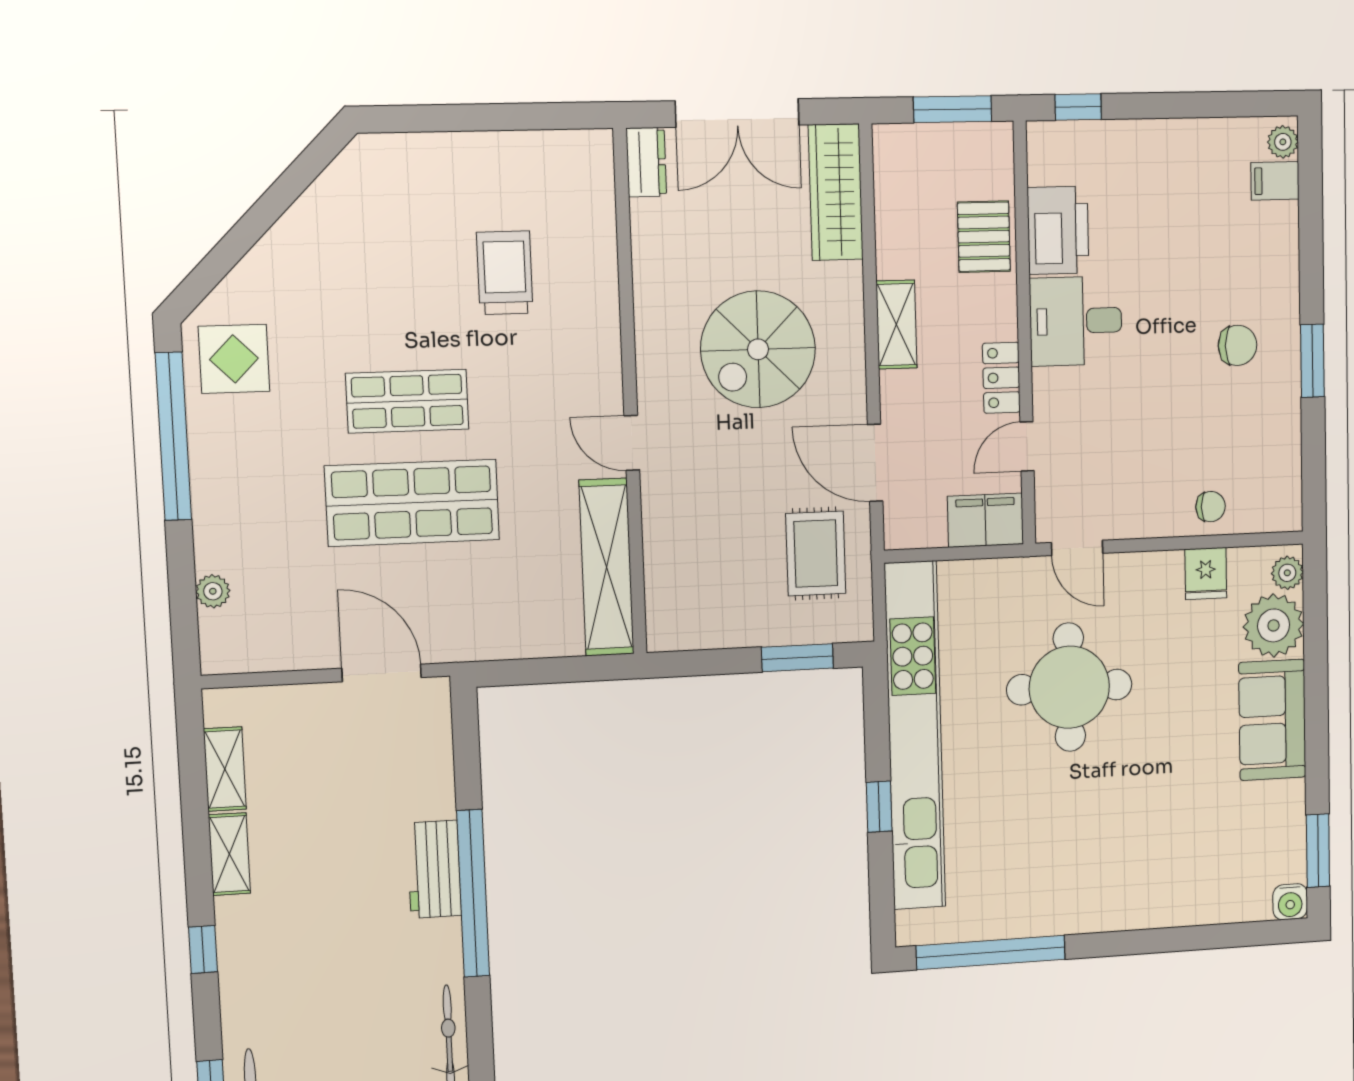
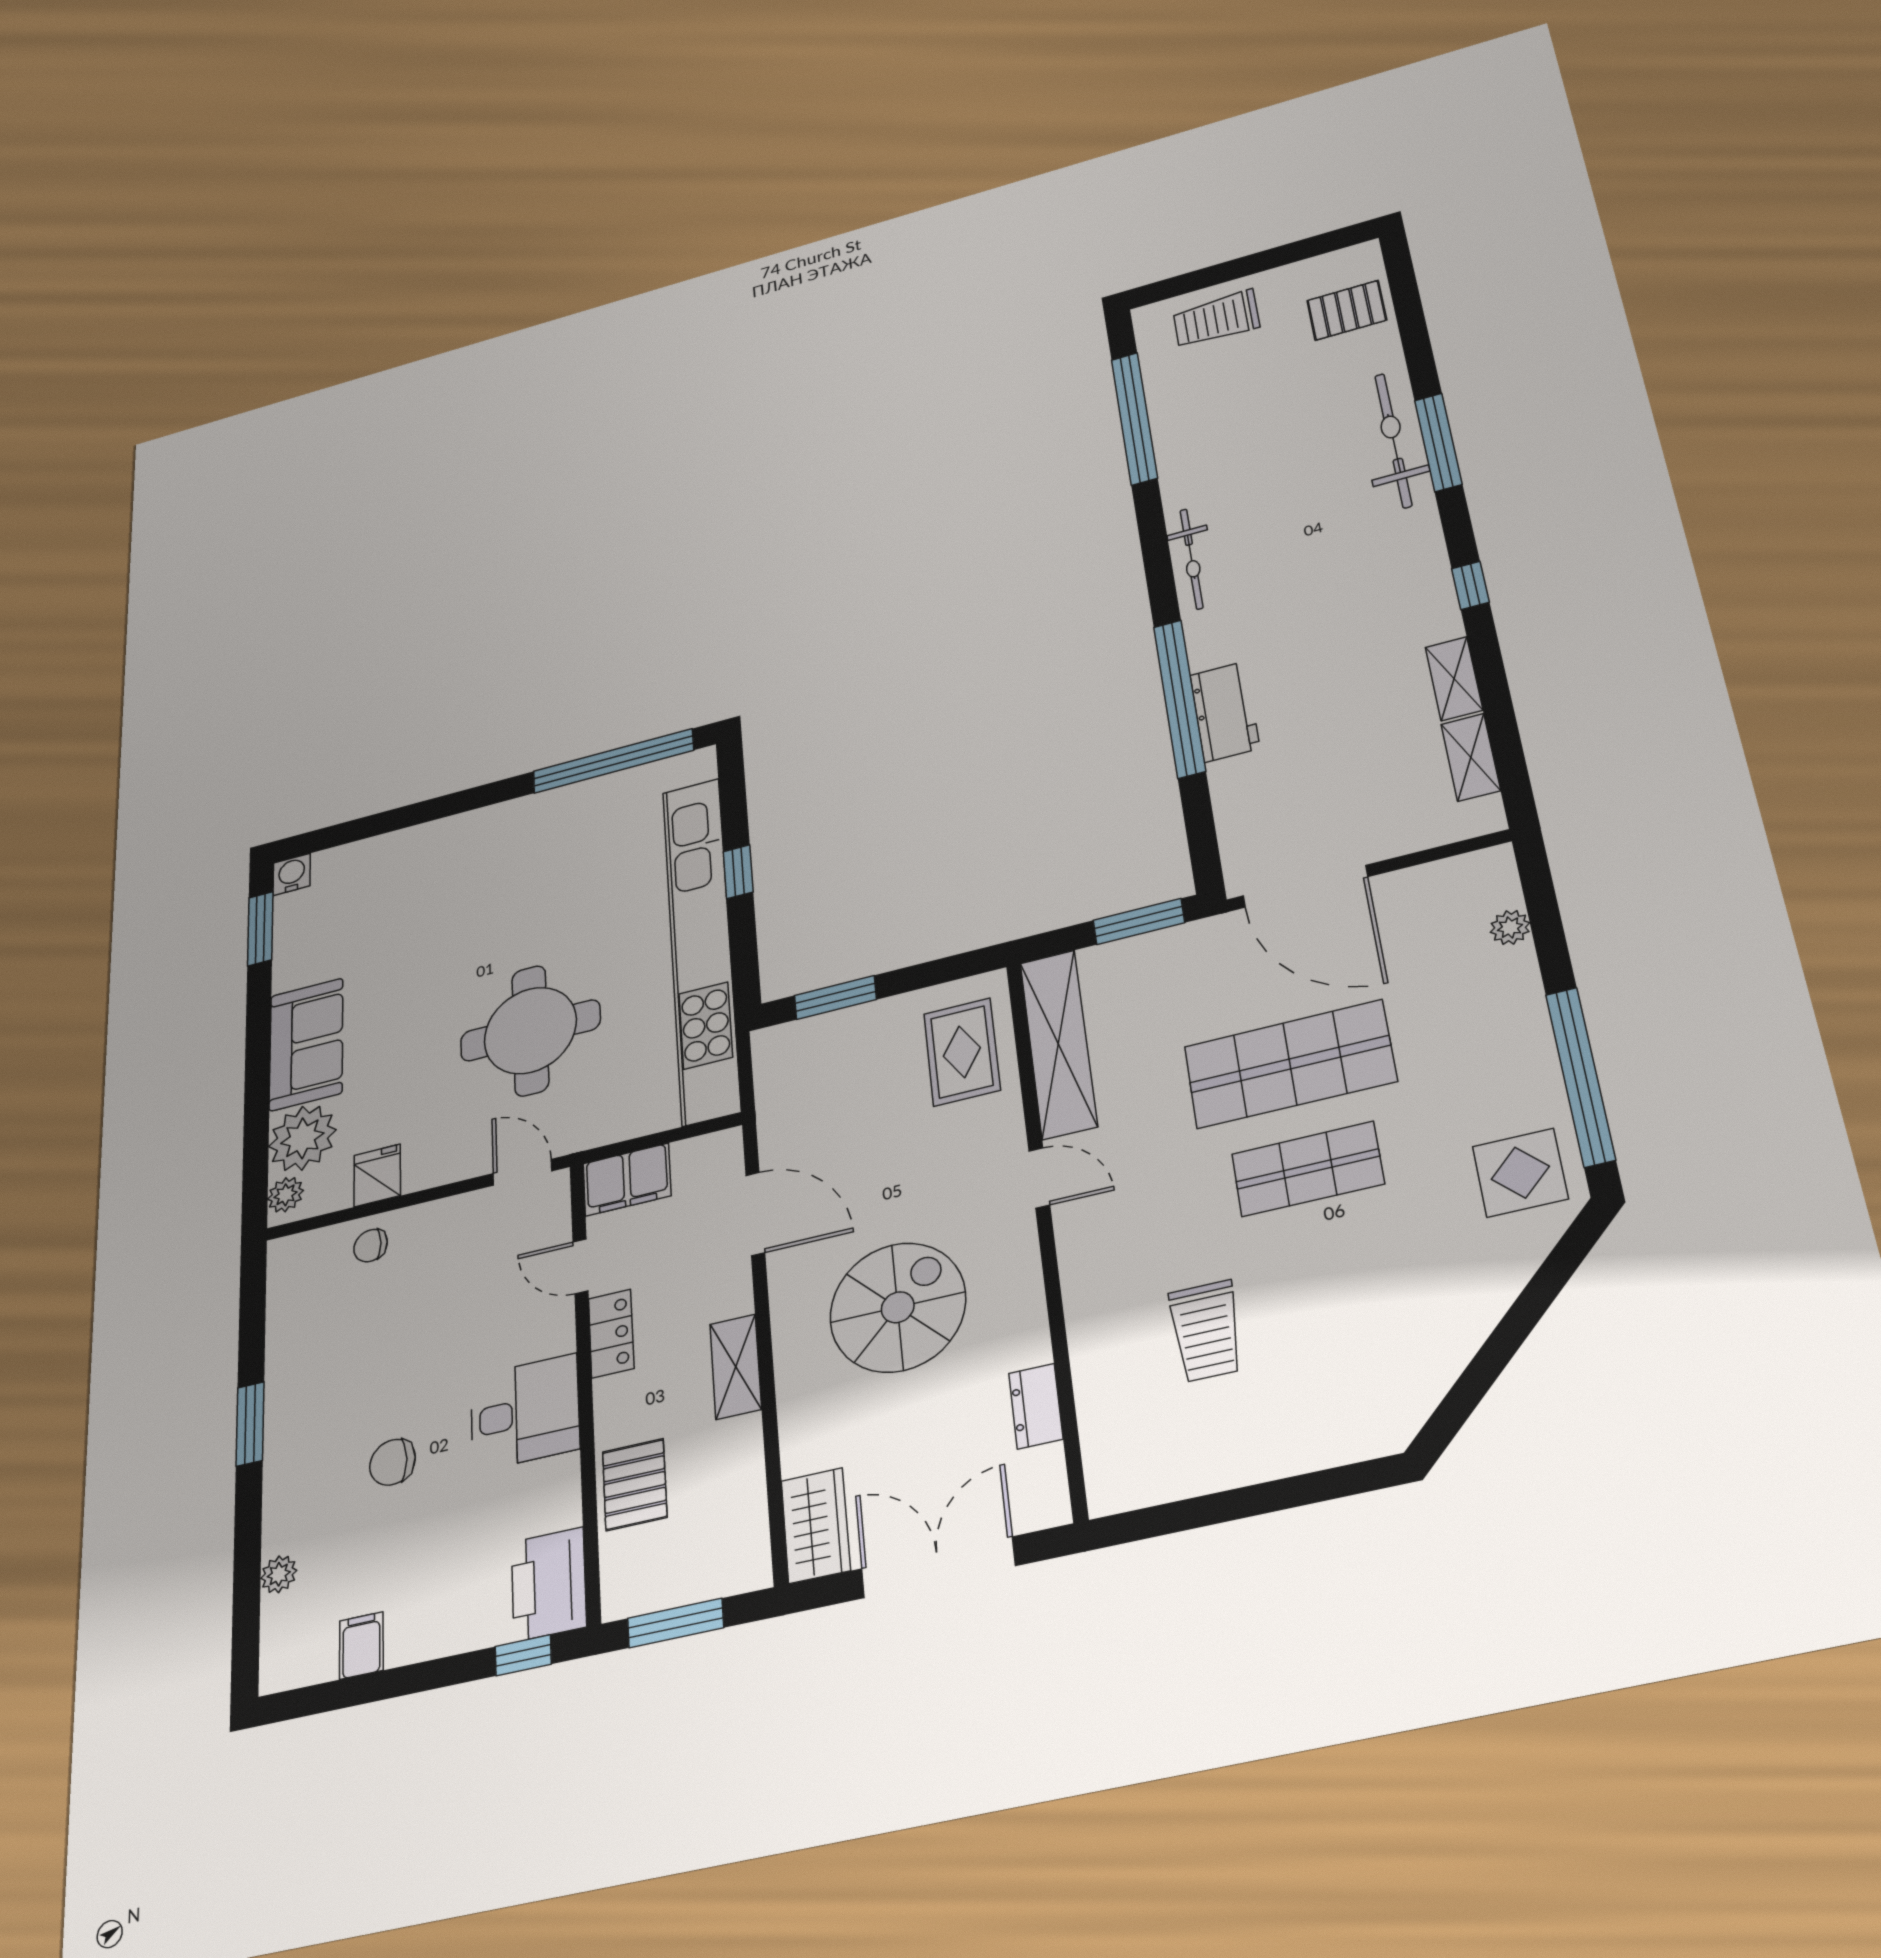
plant: (1283, 142) -> (279, 1574), moved
dresser: (646, 162) -> (1036, 1406), moved
filing cabinet: (1275, 181) -> (361, 1645), moved, turned -90
wardrobe: (836, 192) -> (816, 1525), width x0.67
printer: (1058, 230) -> (549, 1584), moved
chair: (1238, 345) -> (393, 1462), moved
door: (1027, 446) -> (580, 1266), swing flipped
rug: (816, 554) -> (962, 1052), moved
window: (528, 672) -> (1139, 922), added
door: (382, 673) -> (1305, 886), width x1.36

